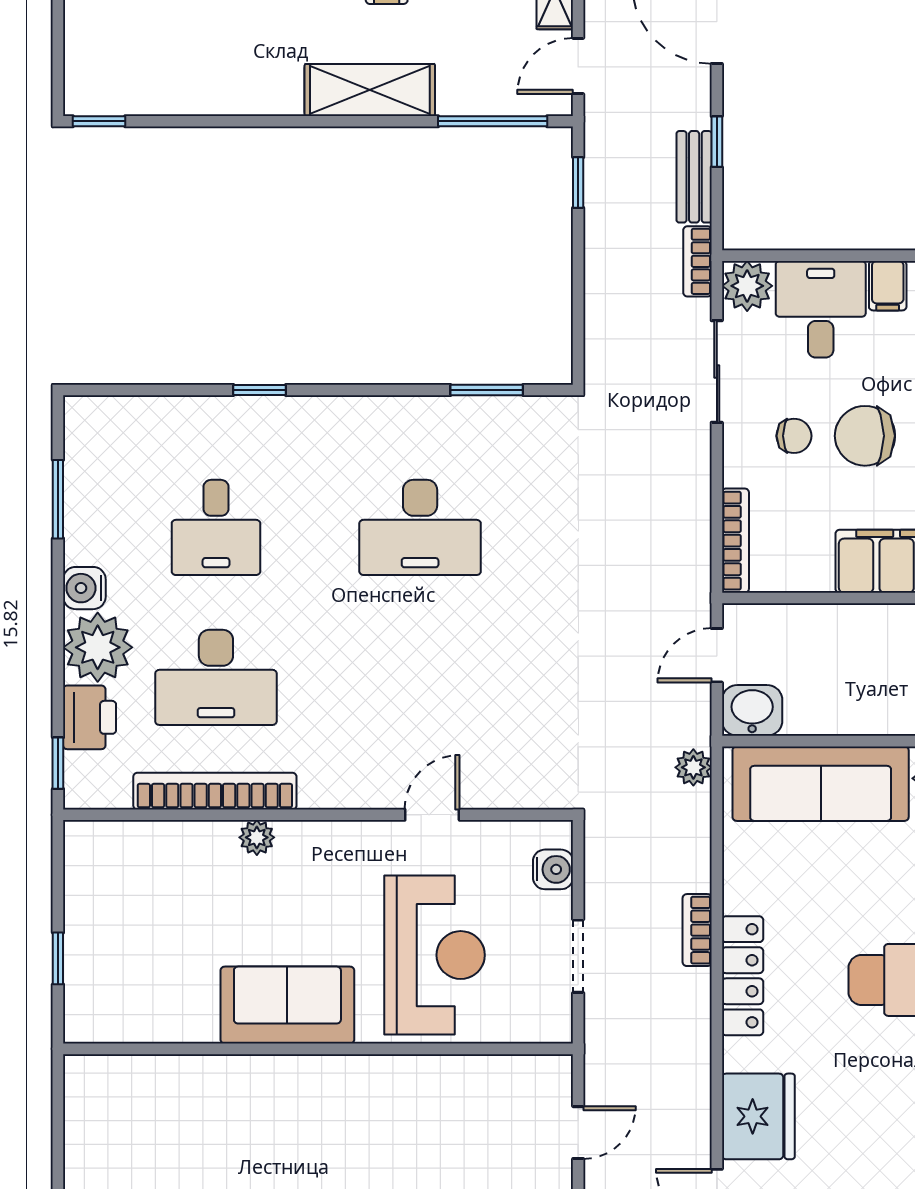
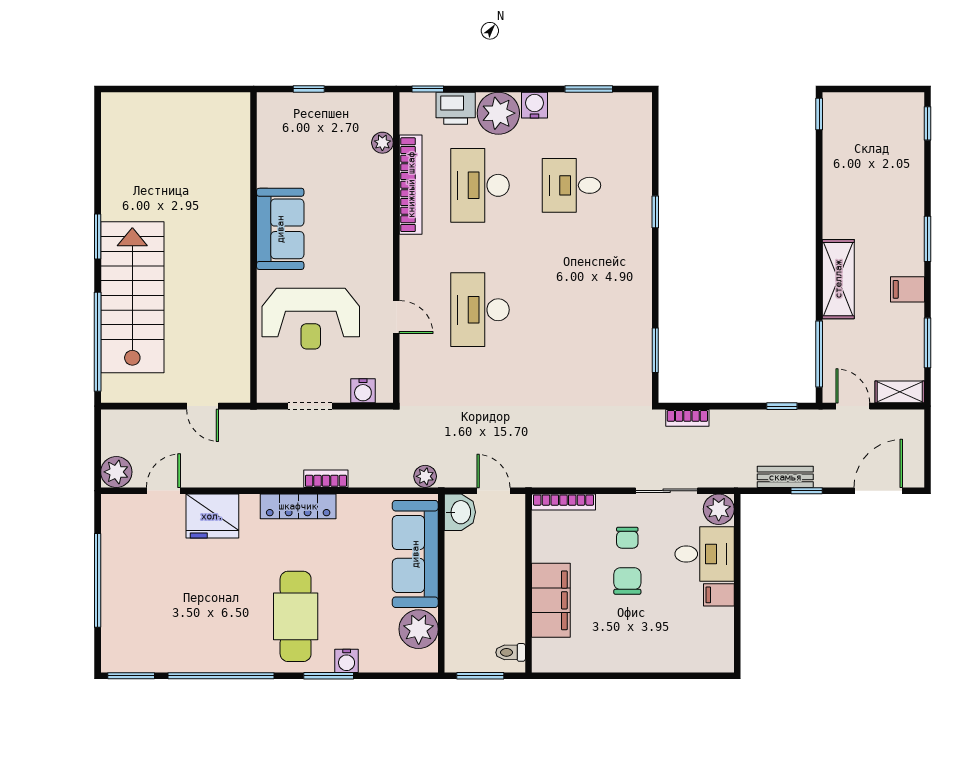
bookcase: (698, 261) -> (687, 418), moved, turned 180
chair: (865, 436) -> (627, 581), width x0.73, depth x0.73
desk: (420, 527) -> (480, 310), moved
plant: (257, 837) -> (382, 143), moved

